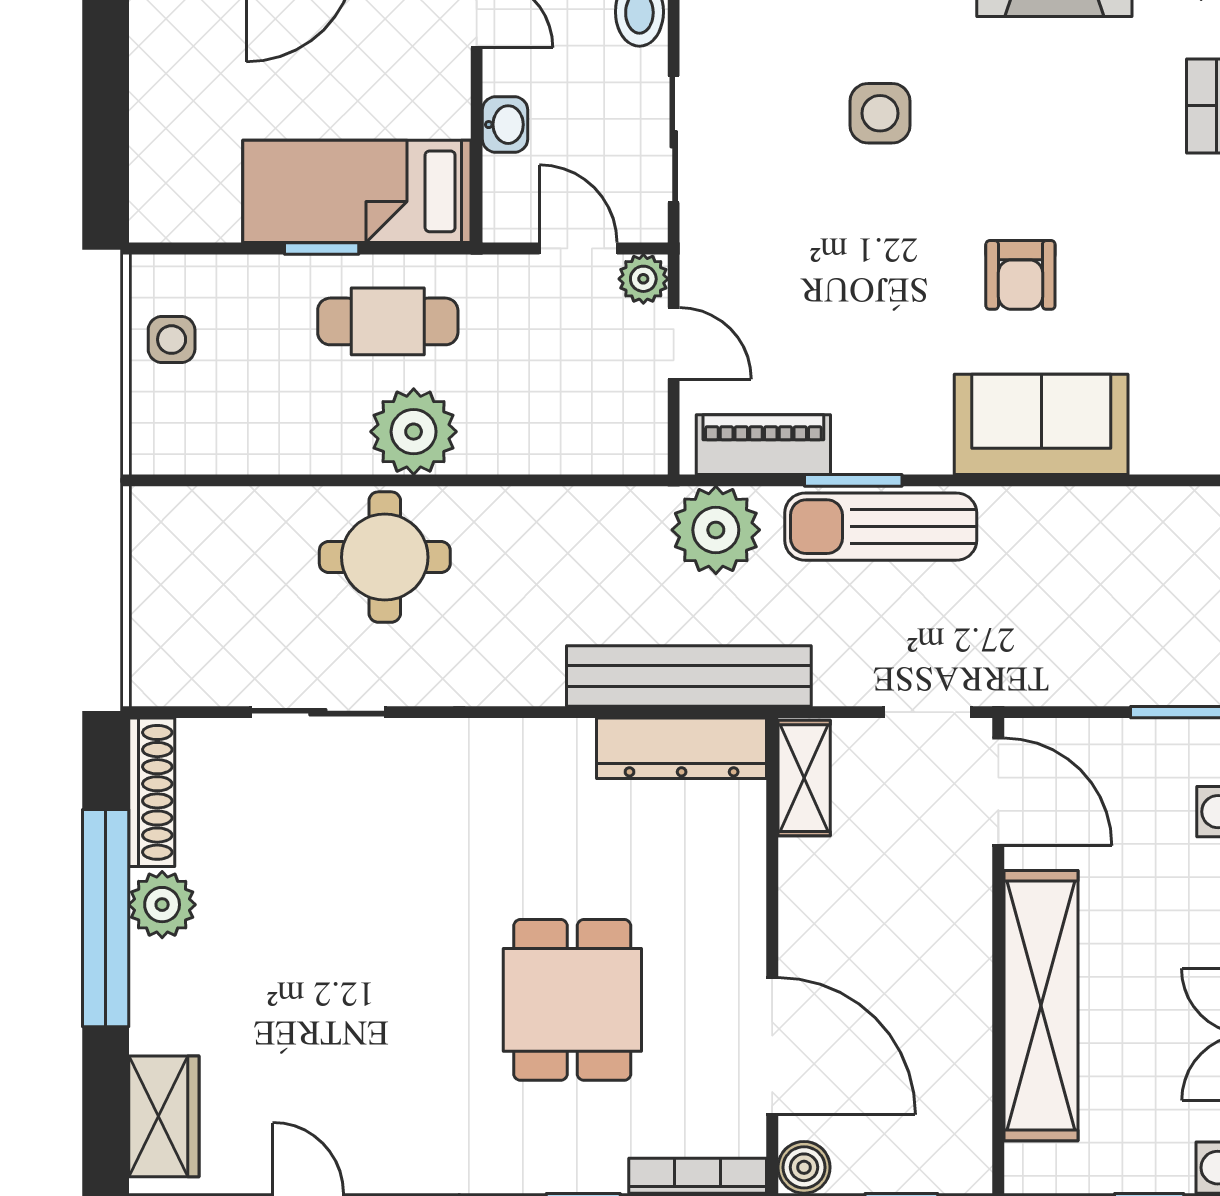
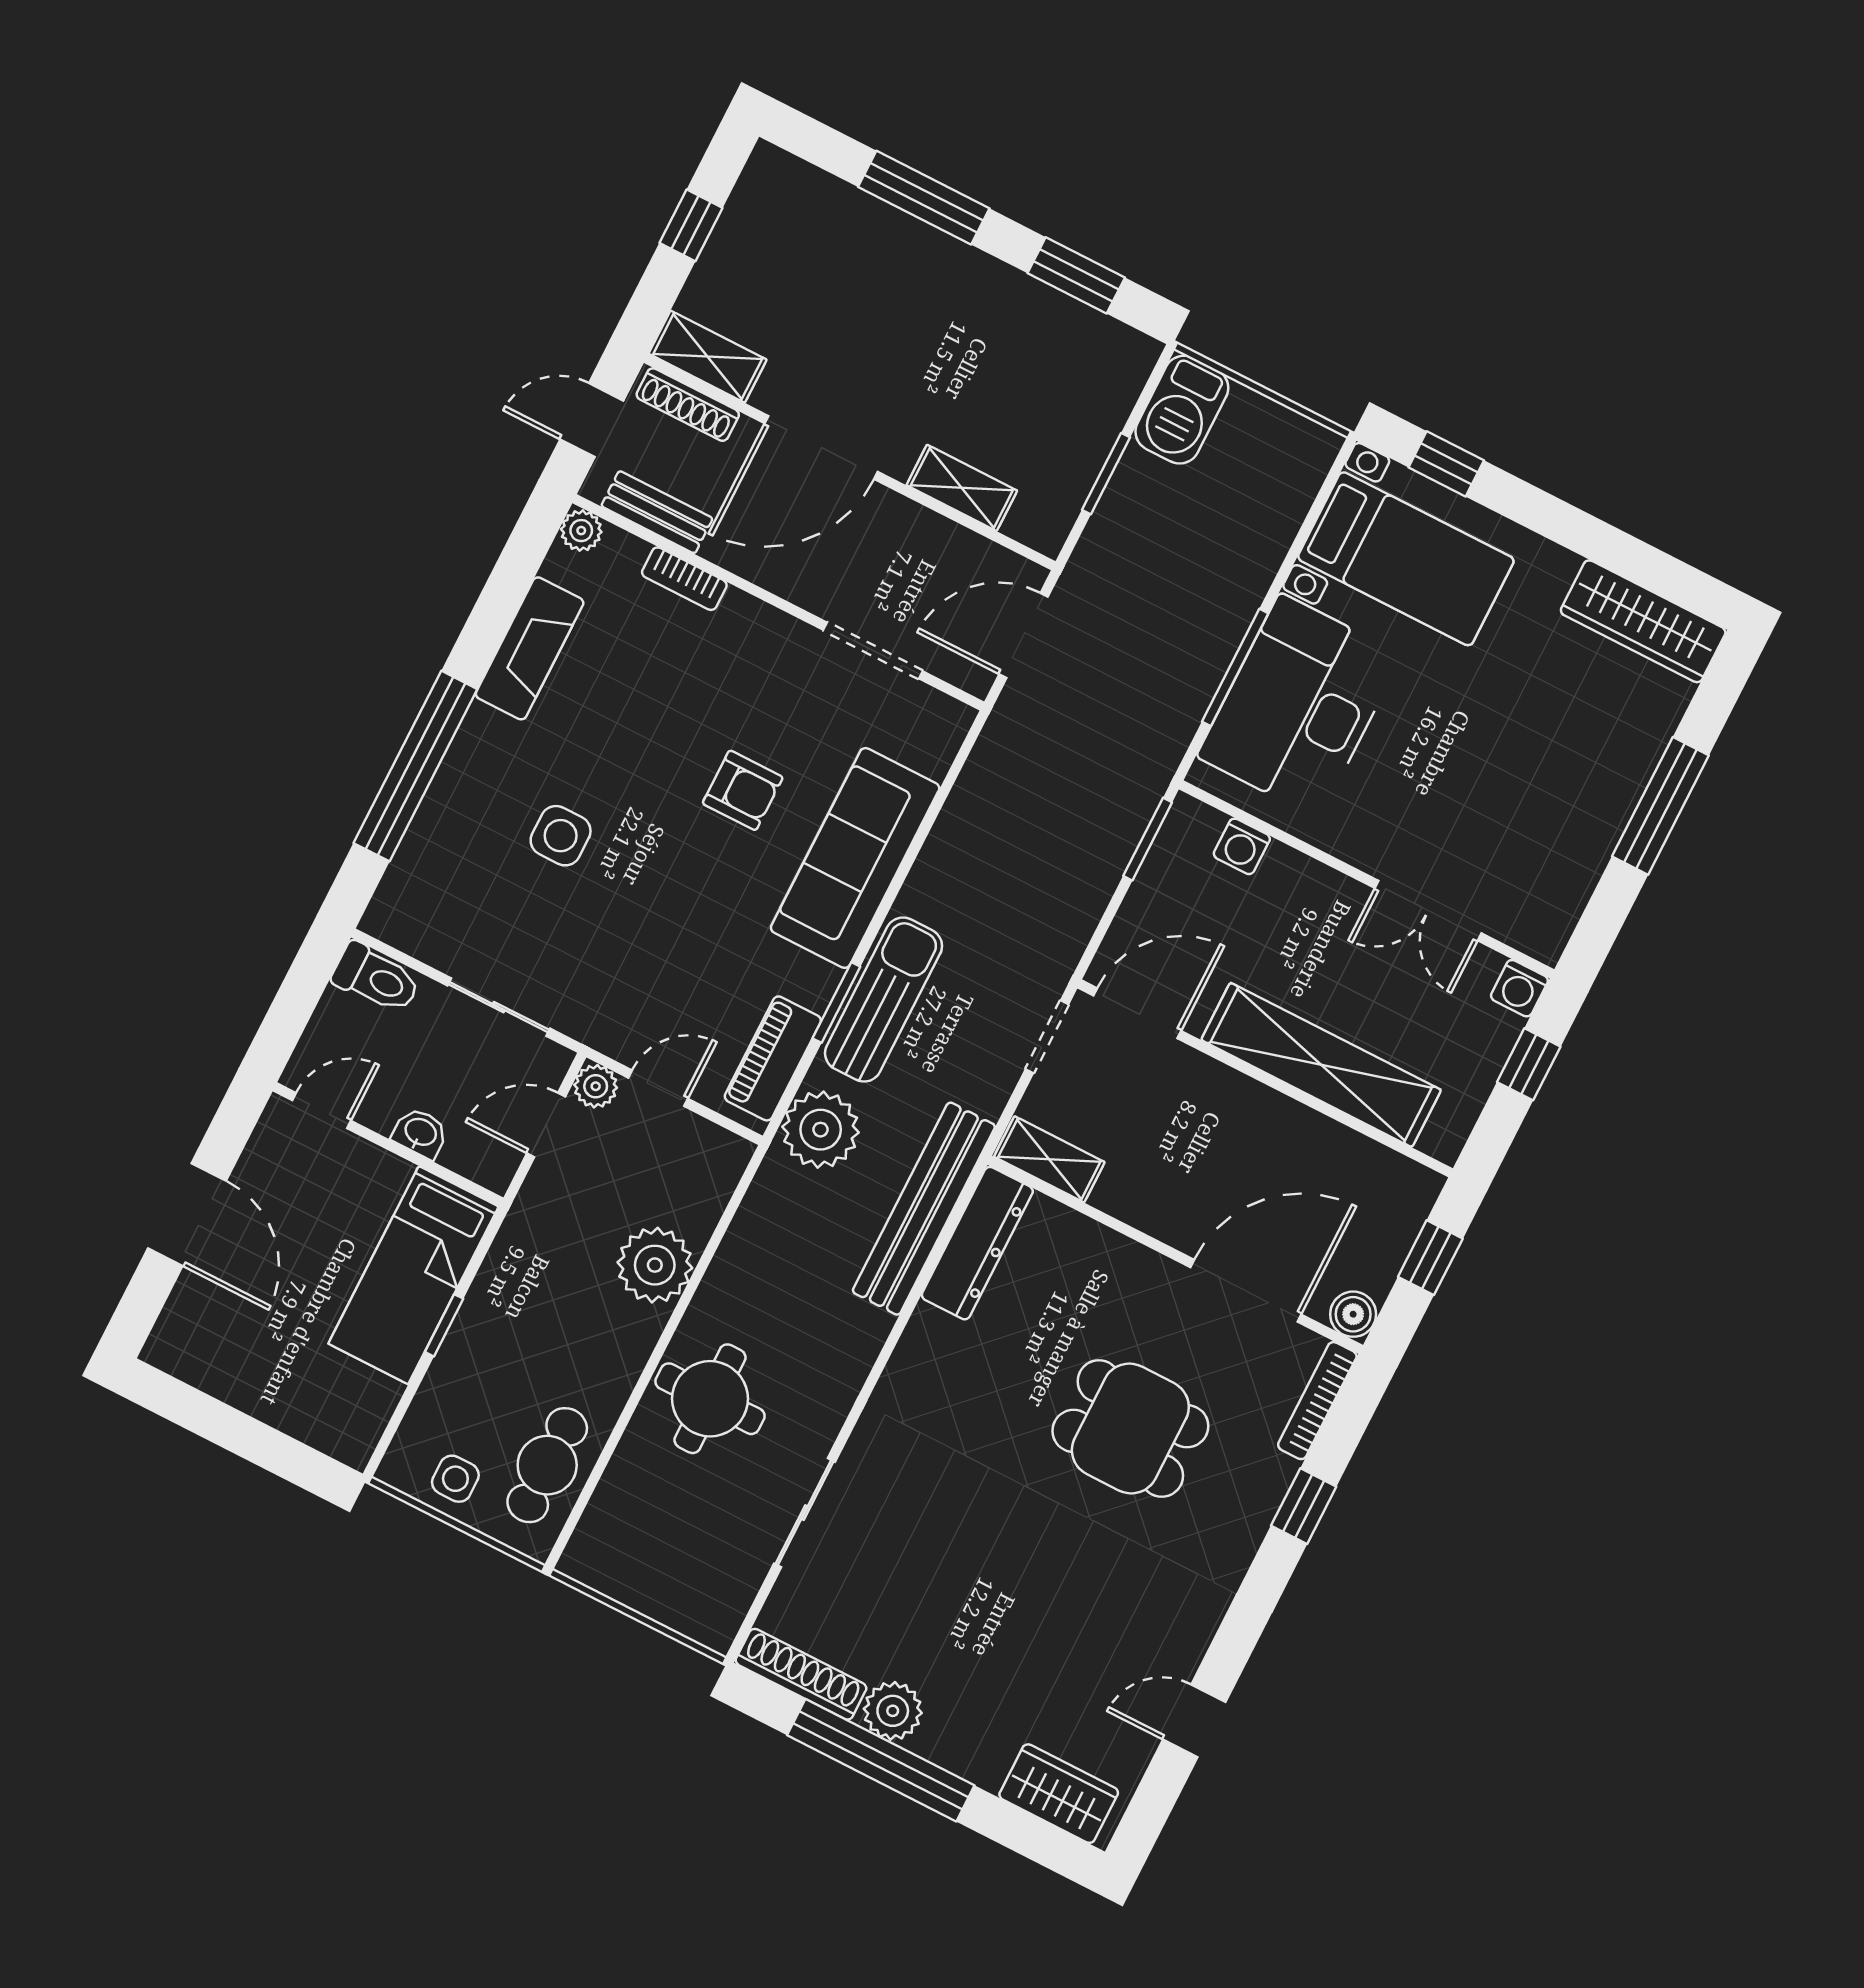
cafe table: (388, 321) -> (547, 1465), moved
sofa: (1041, 424) -> (855, 858), width x1.36
plant: (414, 432) -> (655, 1265), moved
sun lounger: (881, 527) -> (884, 1000), turned 180

